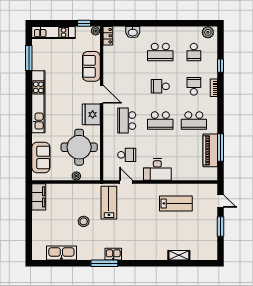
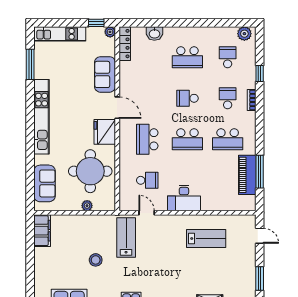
locker: (108, 36) -> (125, 44), width x1.53
school desk: (194, 52) -> (228, 57), turned 180
window: (221, 226) -> (260, 279), moved

